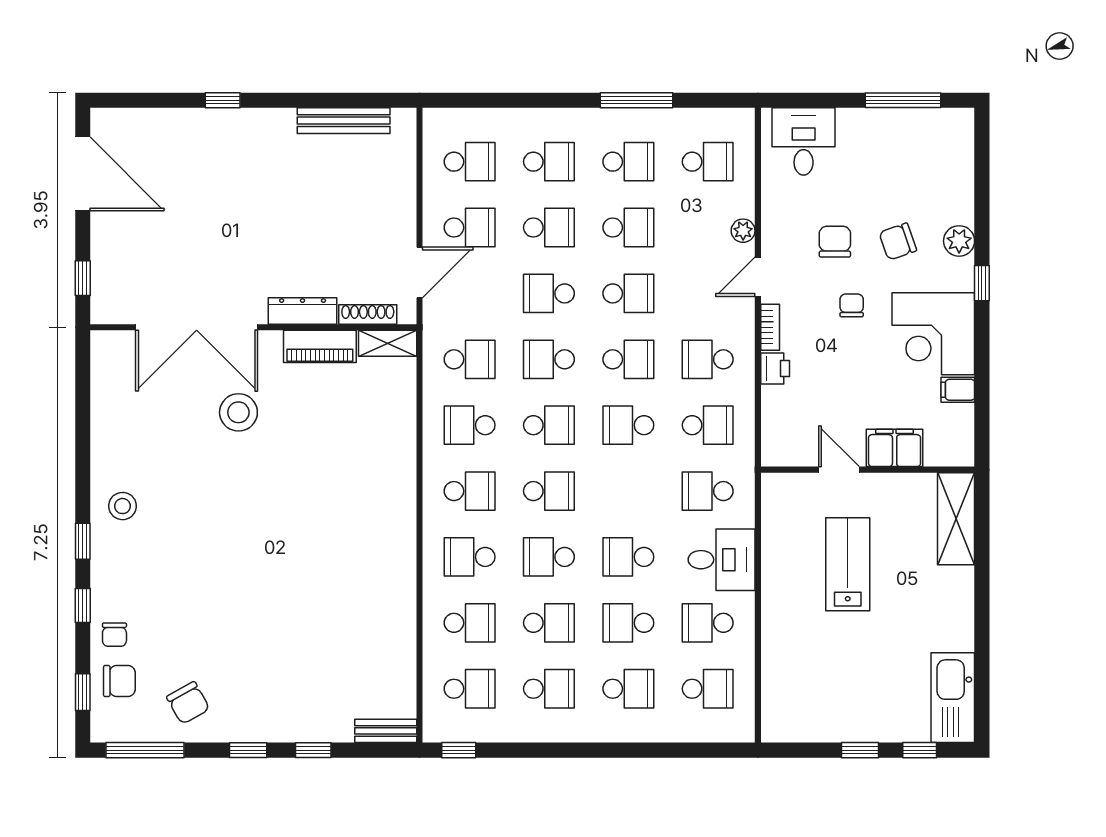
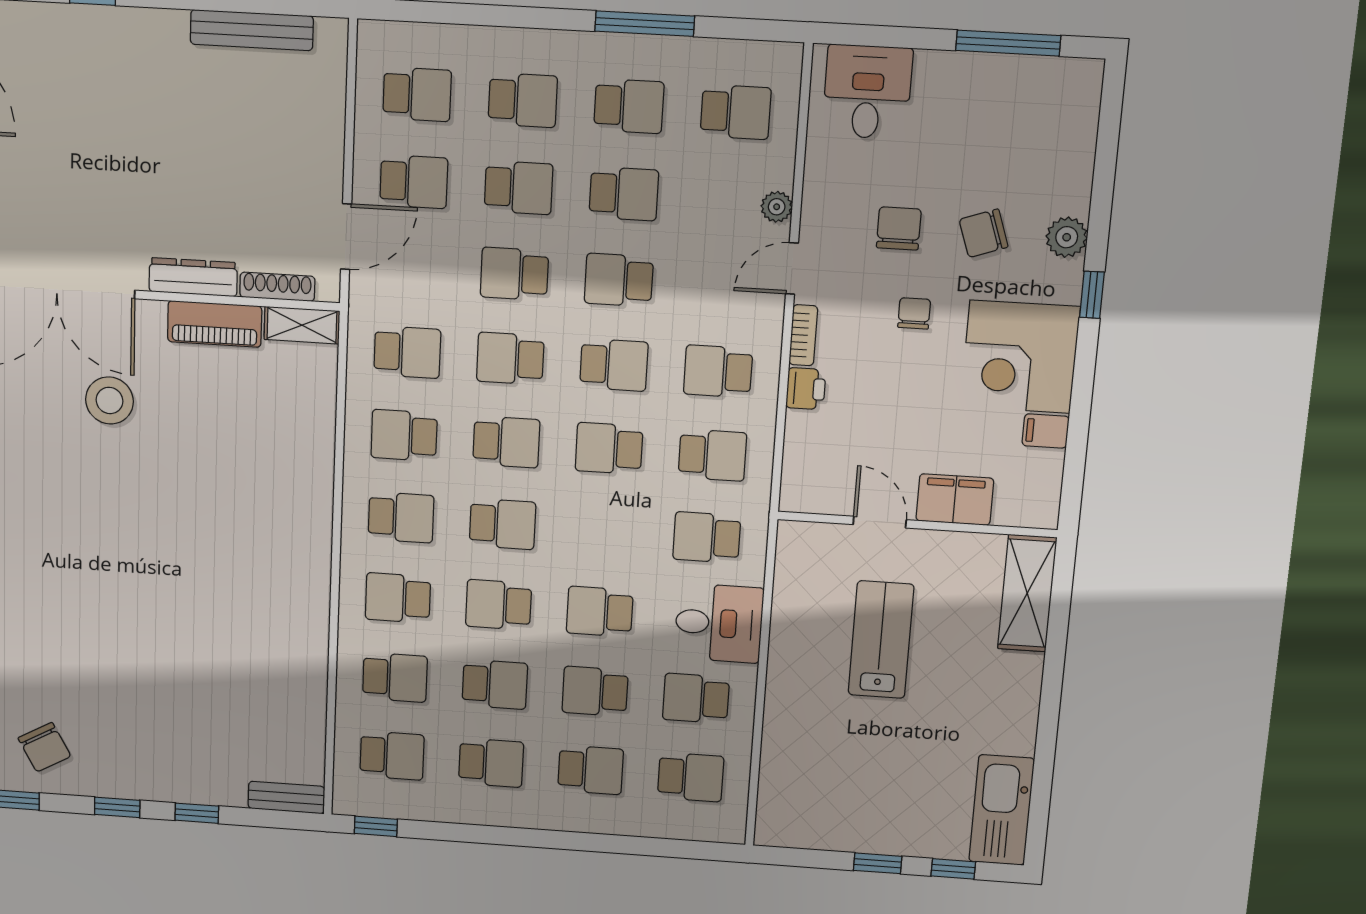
school desk: (628, 293) -> (619, 280), turned 180

